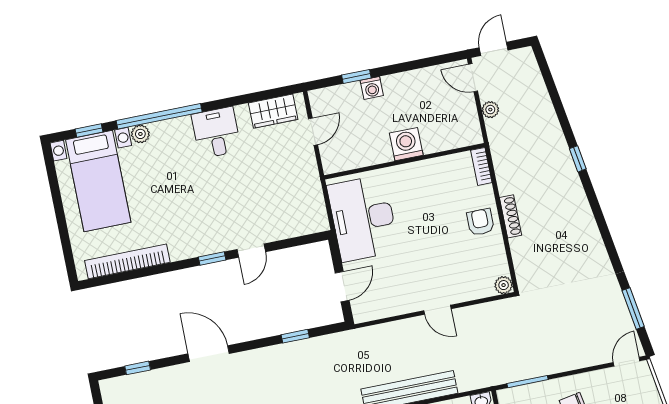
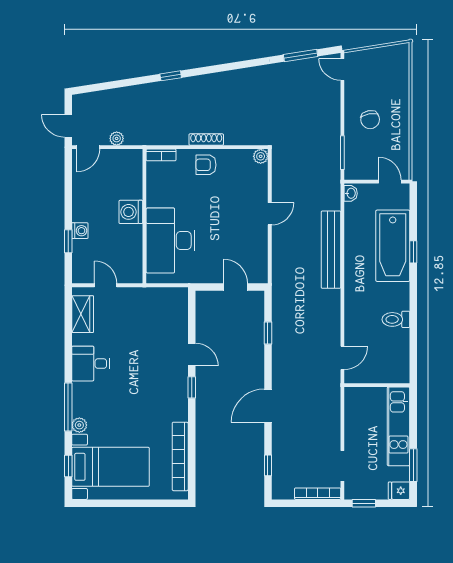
window: (159, 116) -> (68, 407), width x0.68
desk: (363, 218) -> (171, 240), moved, turned 90

